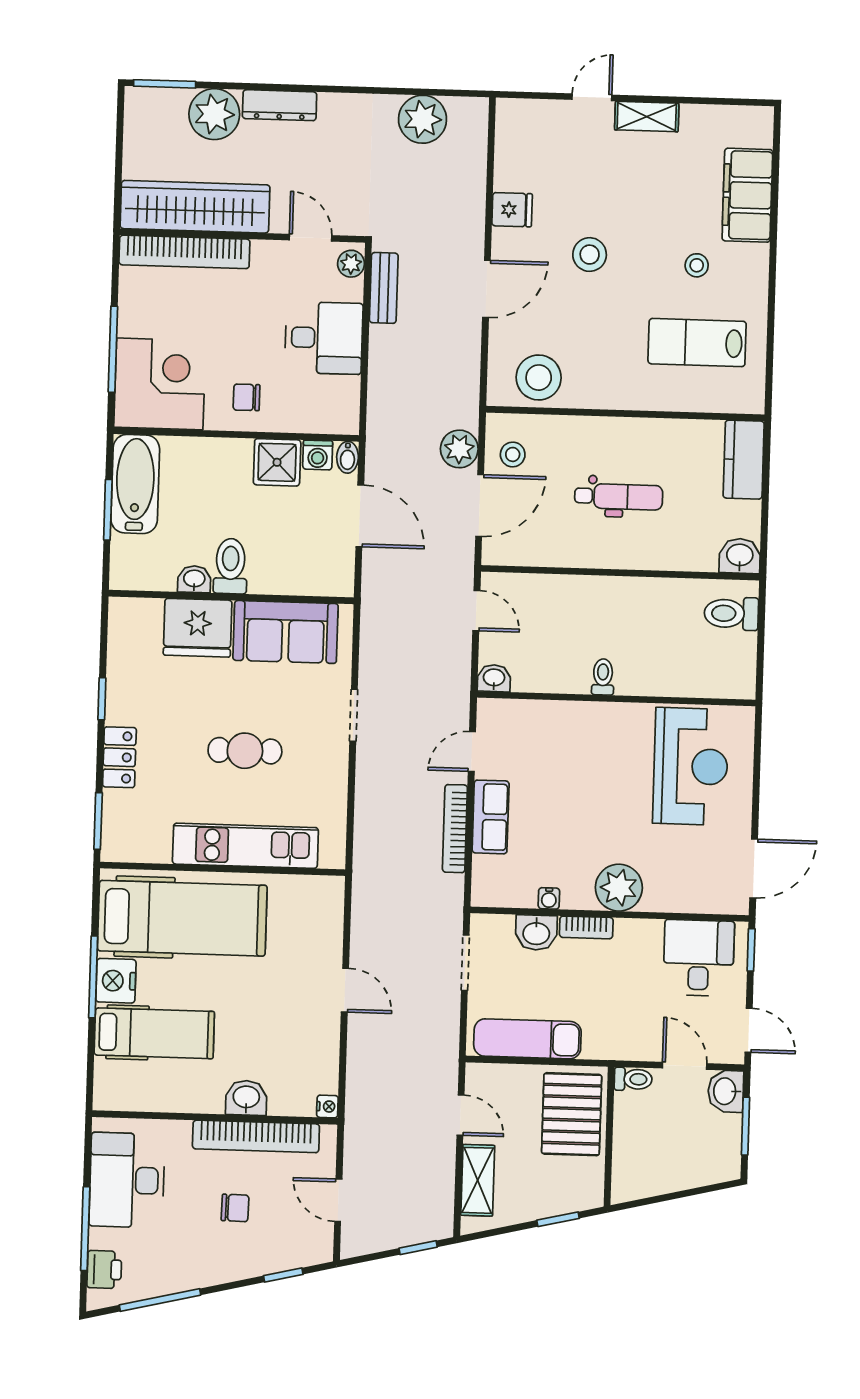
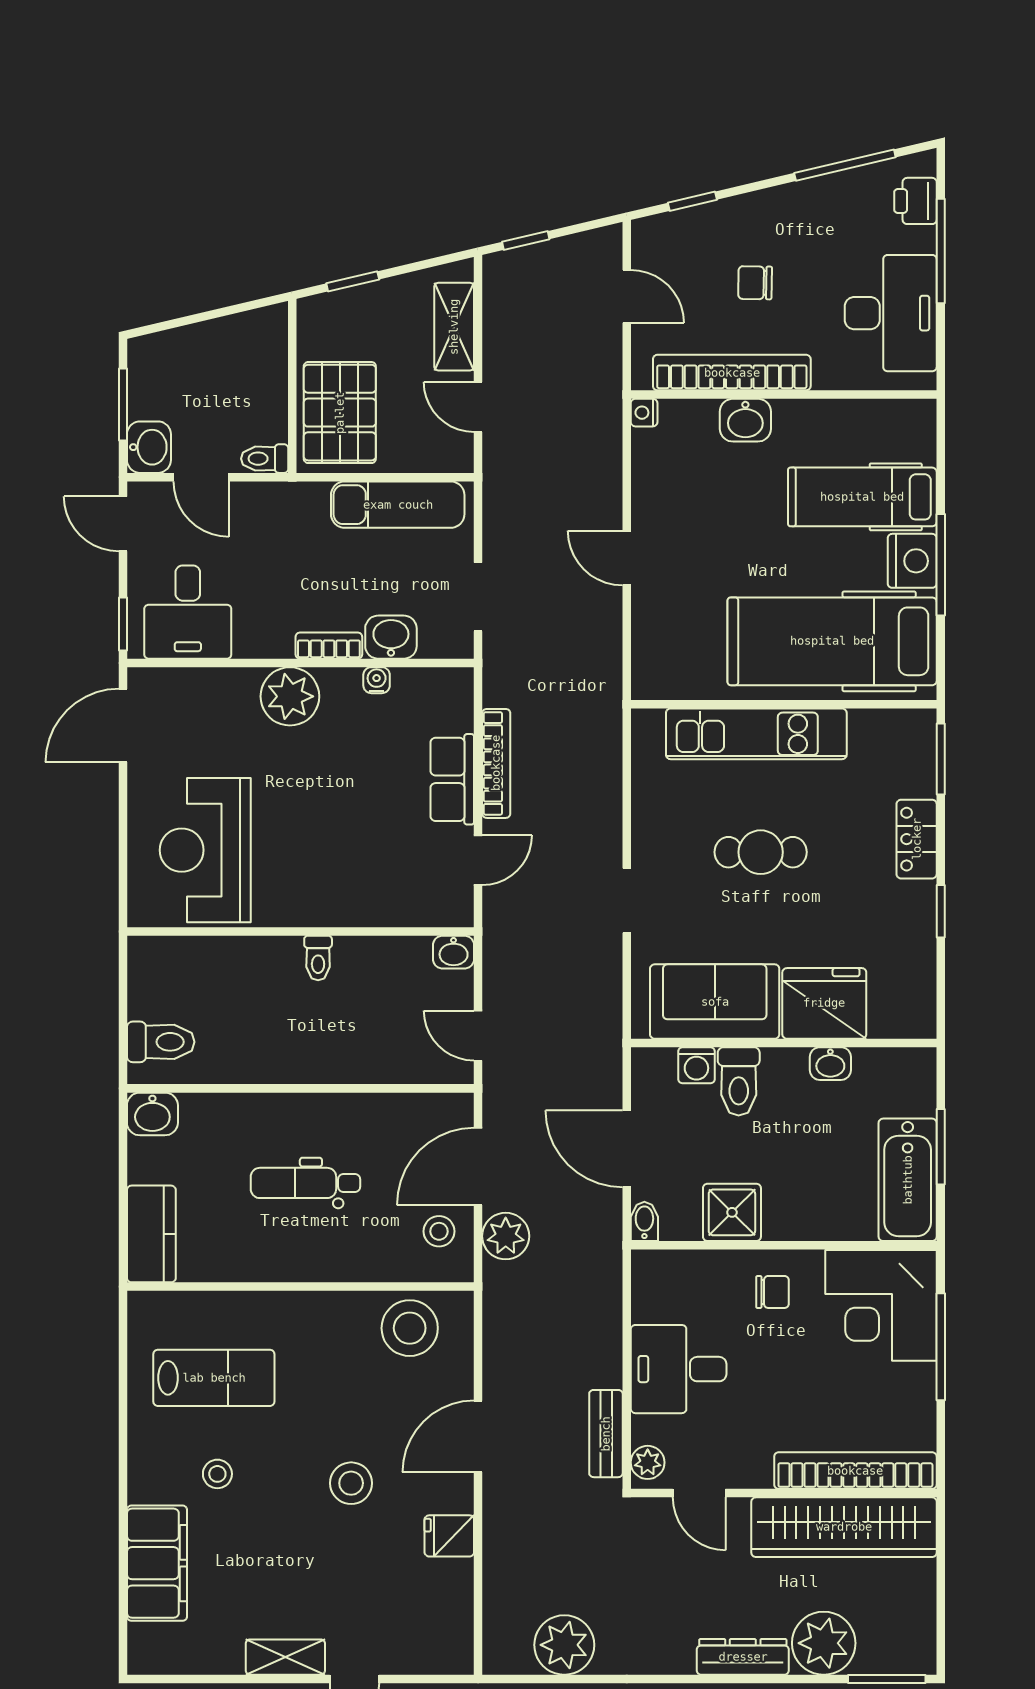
washing machine: (318, 455) -> (696, 1065), moved, turned 180
toilet: (230, 566) -> (739, 1081), moved

